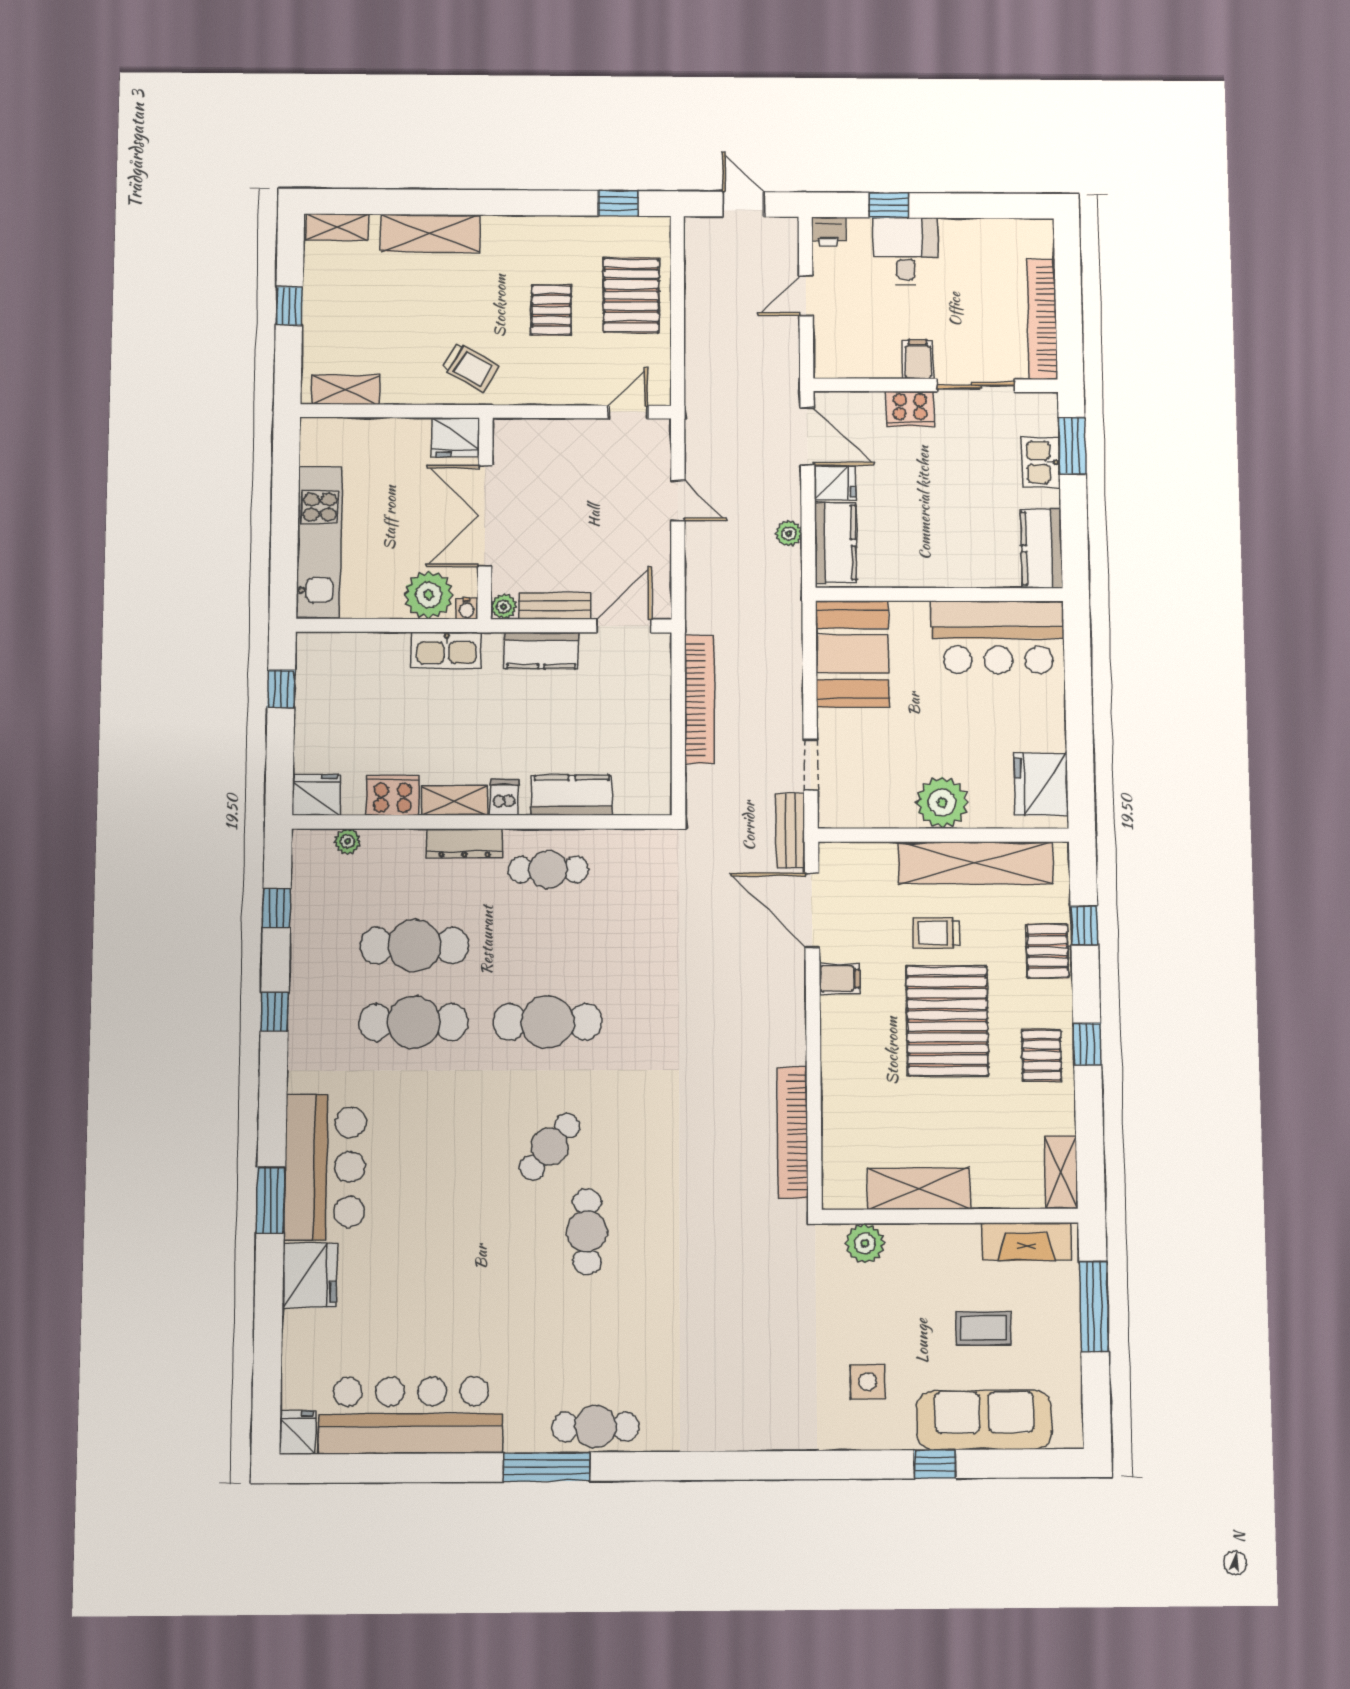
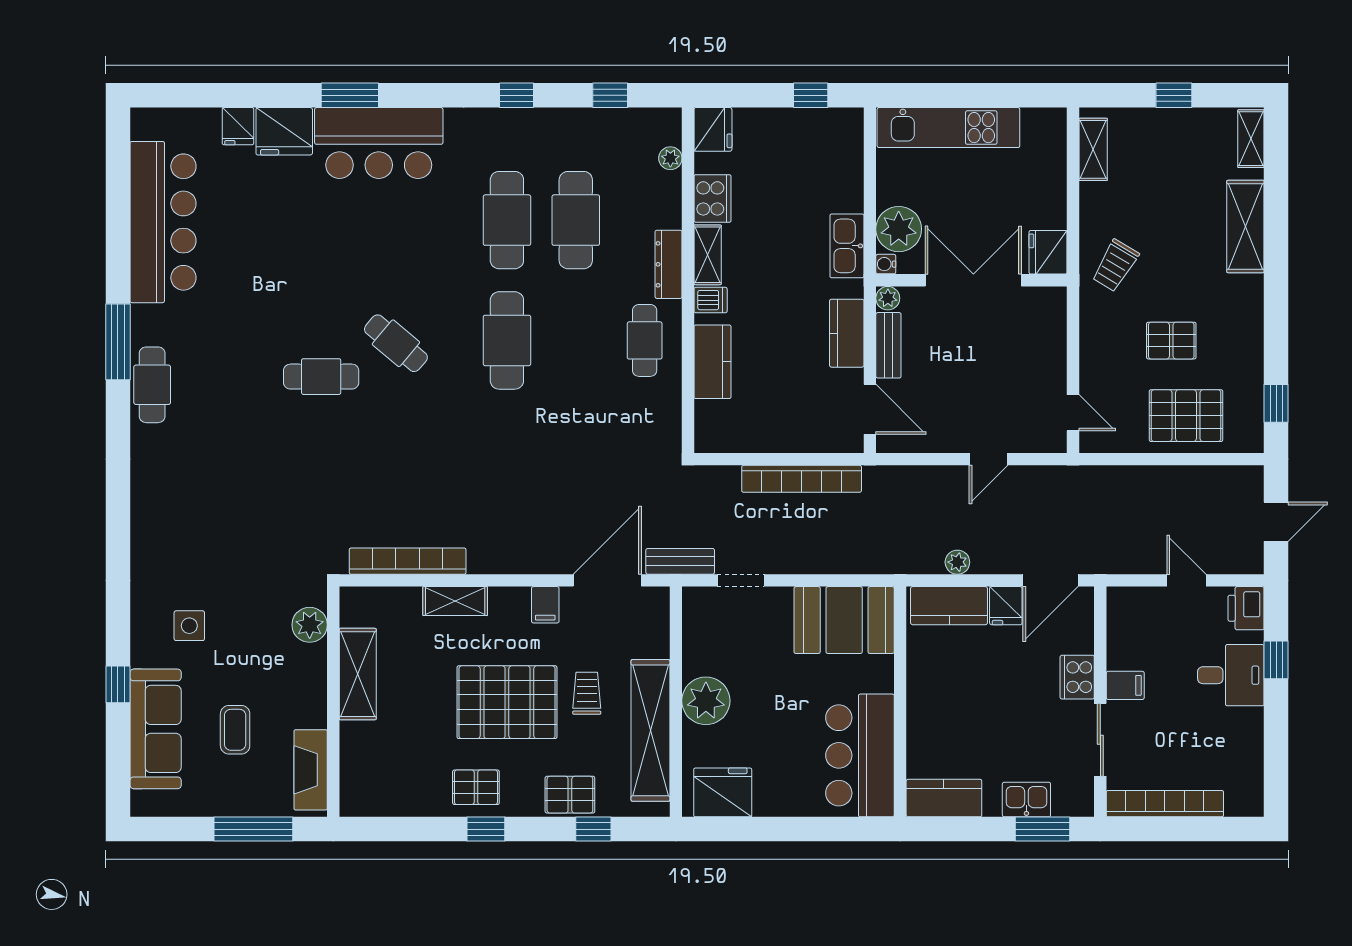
printer: (829, 232) -> (1246, 608), width x1.36, depth x1.24
shelving: (1061, 1172) -> (455, 601), moved
fridge: (298, 1433) -> (238, 126), moved, turned 90

